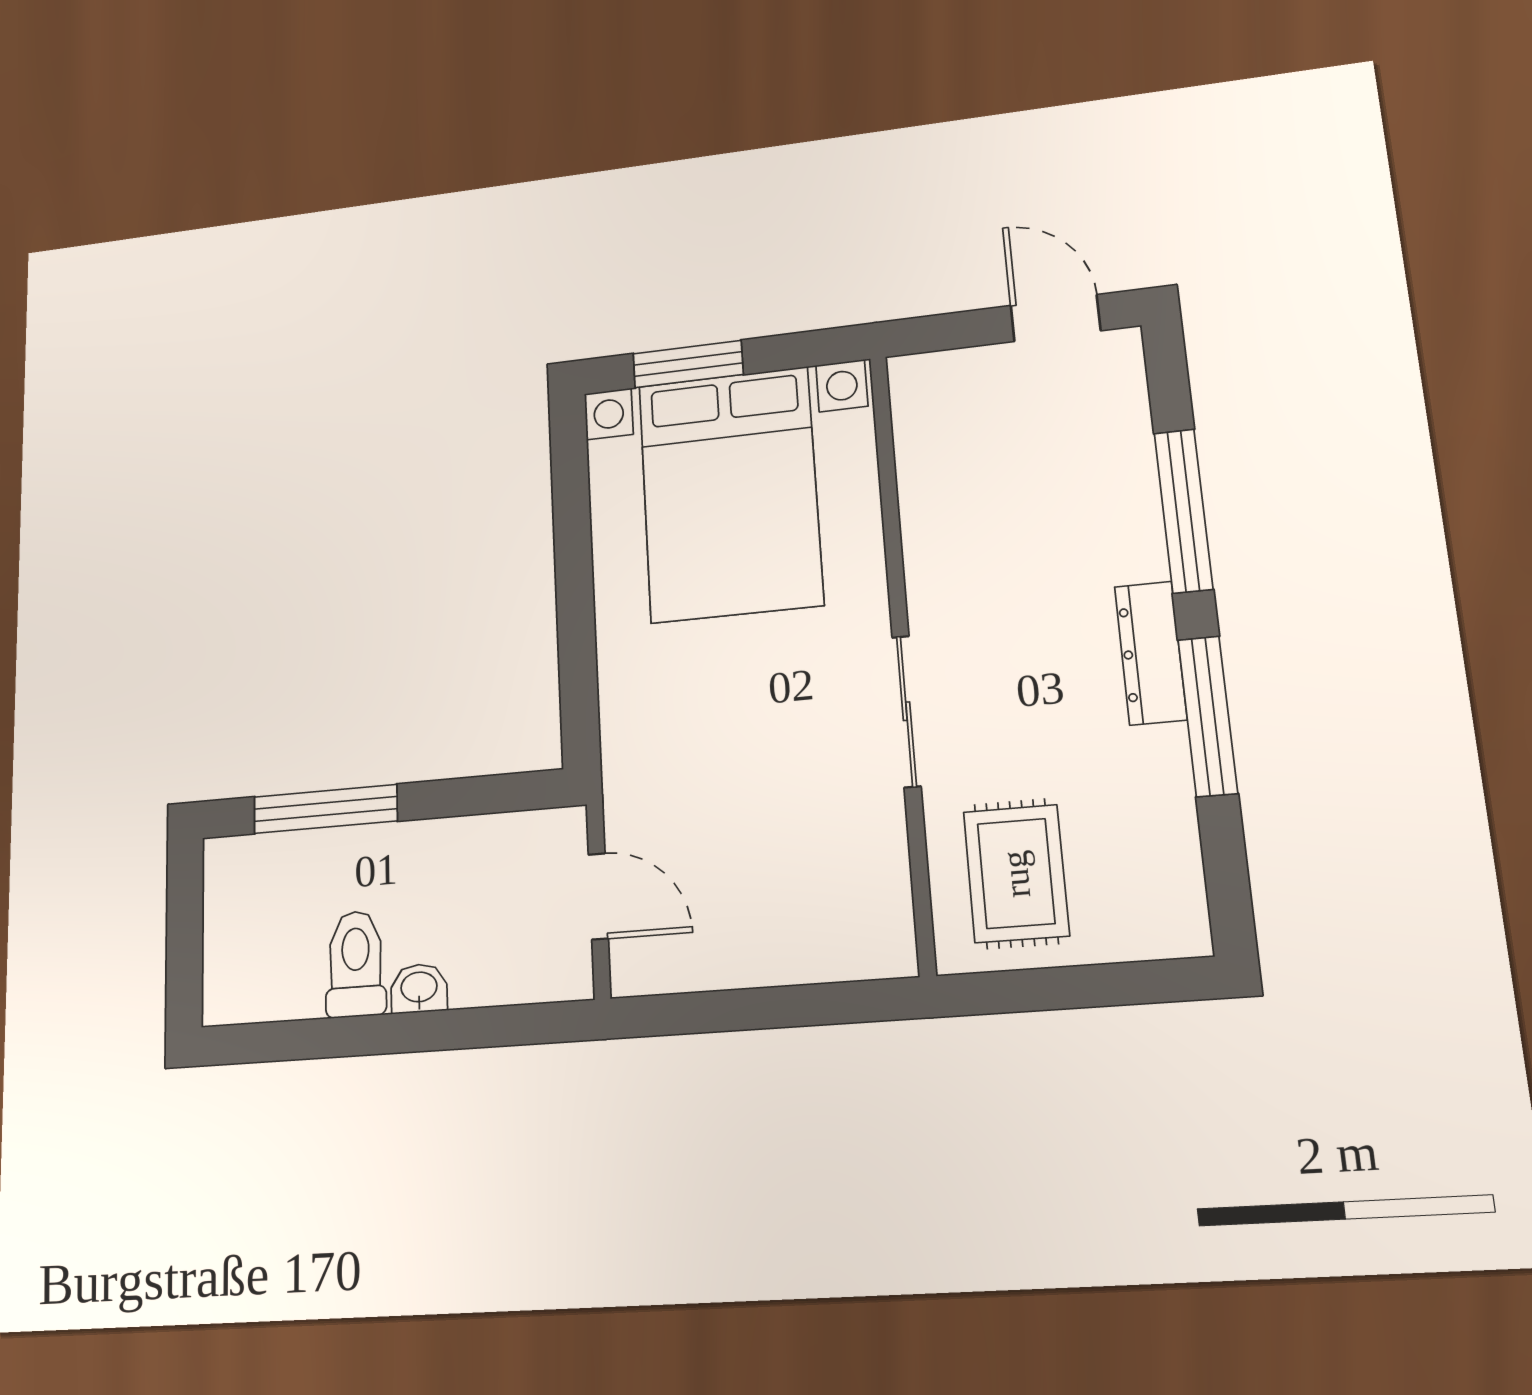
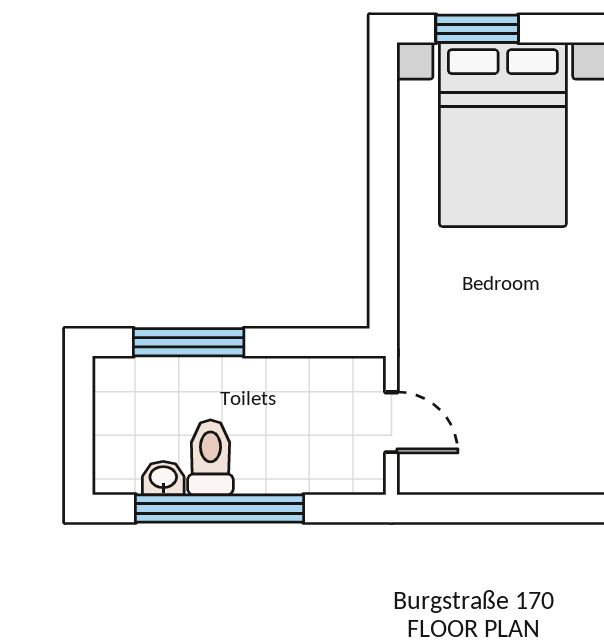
washbasin: (419, 988) -> (163, 478), moved
window: (368, 1035) -> (219, 509), added

